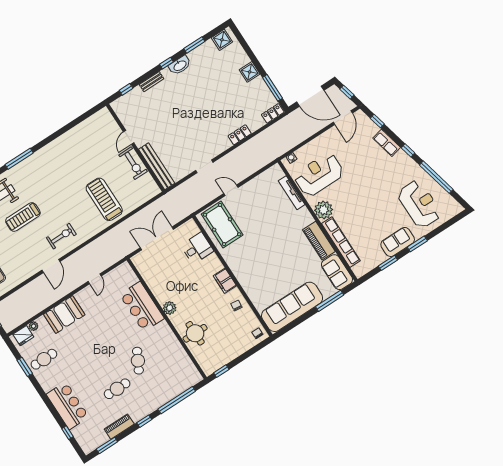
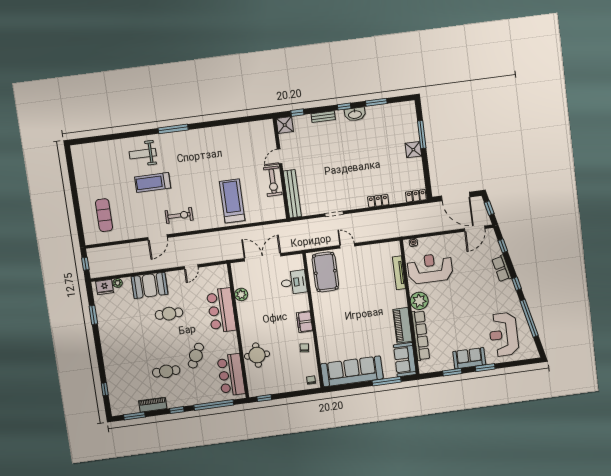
shower: (222, 40) -> (285, 125), moved
window: (272, 88) -> (422, 135), moved
reception desk: (419, 204) -> (504, 334), turned 180
plant: (170, 308) -> (241, 294), moved
cafe table: (44, 359) -> (169, 314), moved
bar counter: (68, 406) -> (231, 375), moved, turned 180

